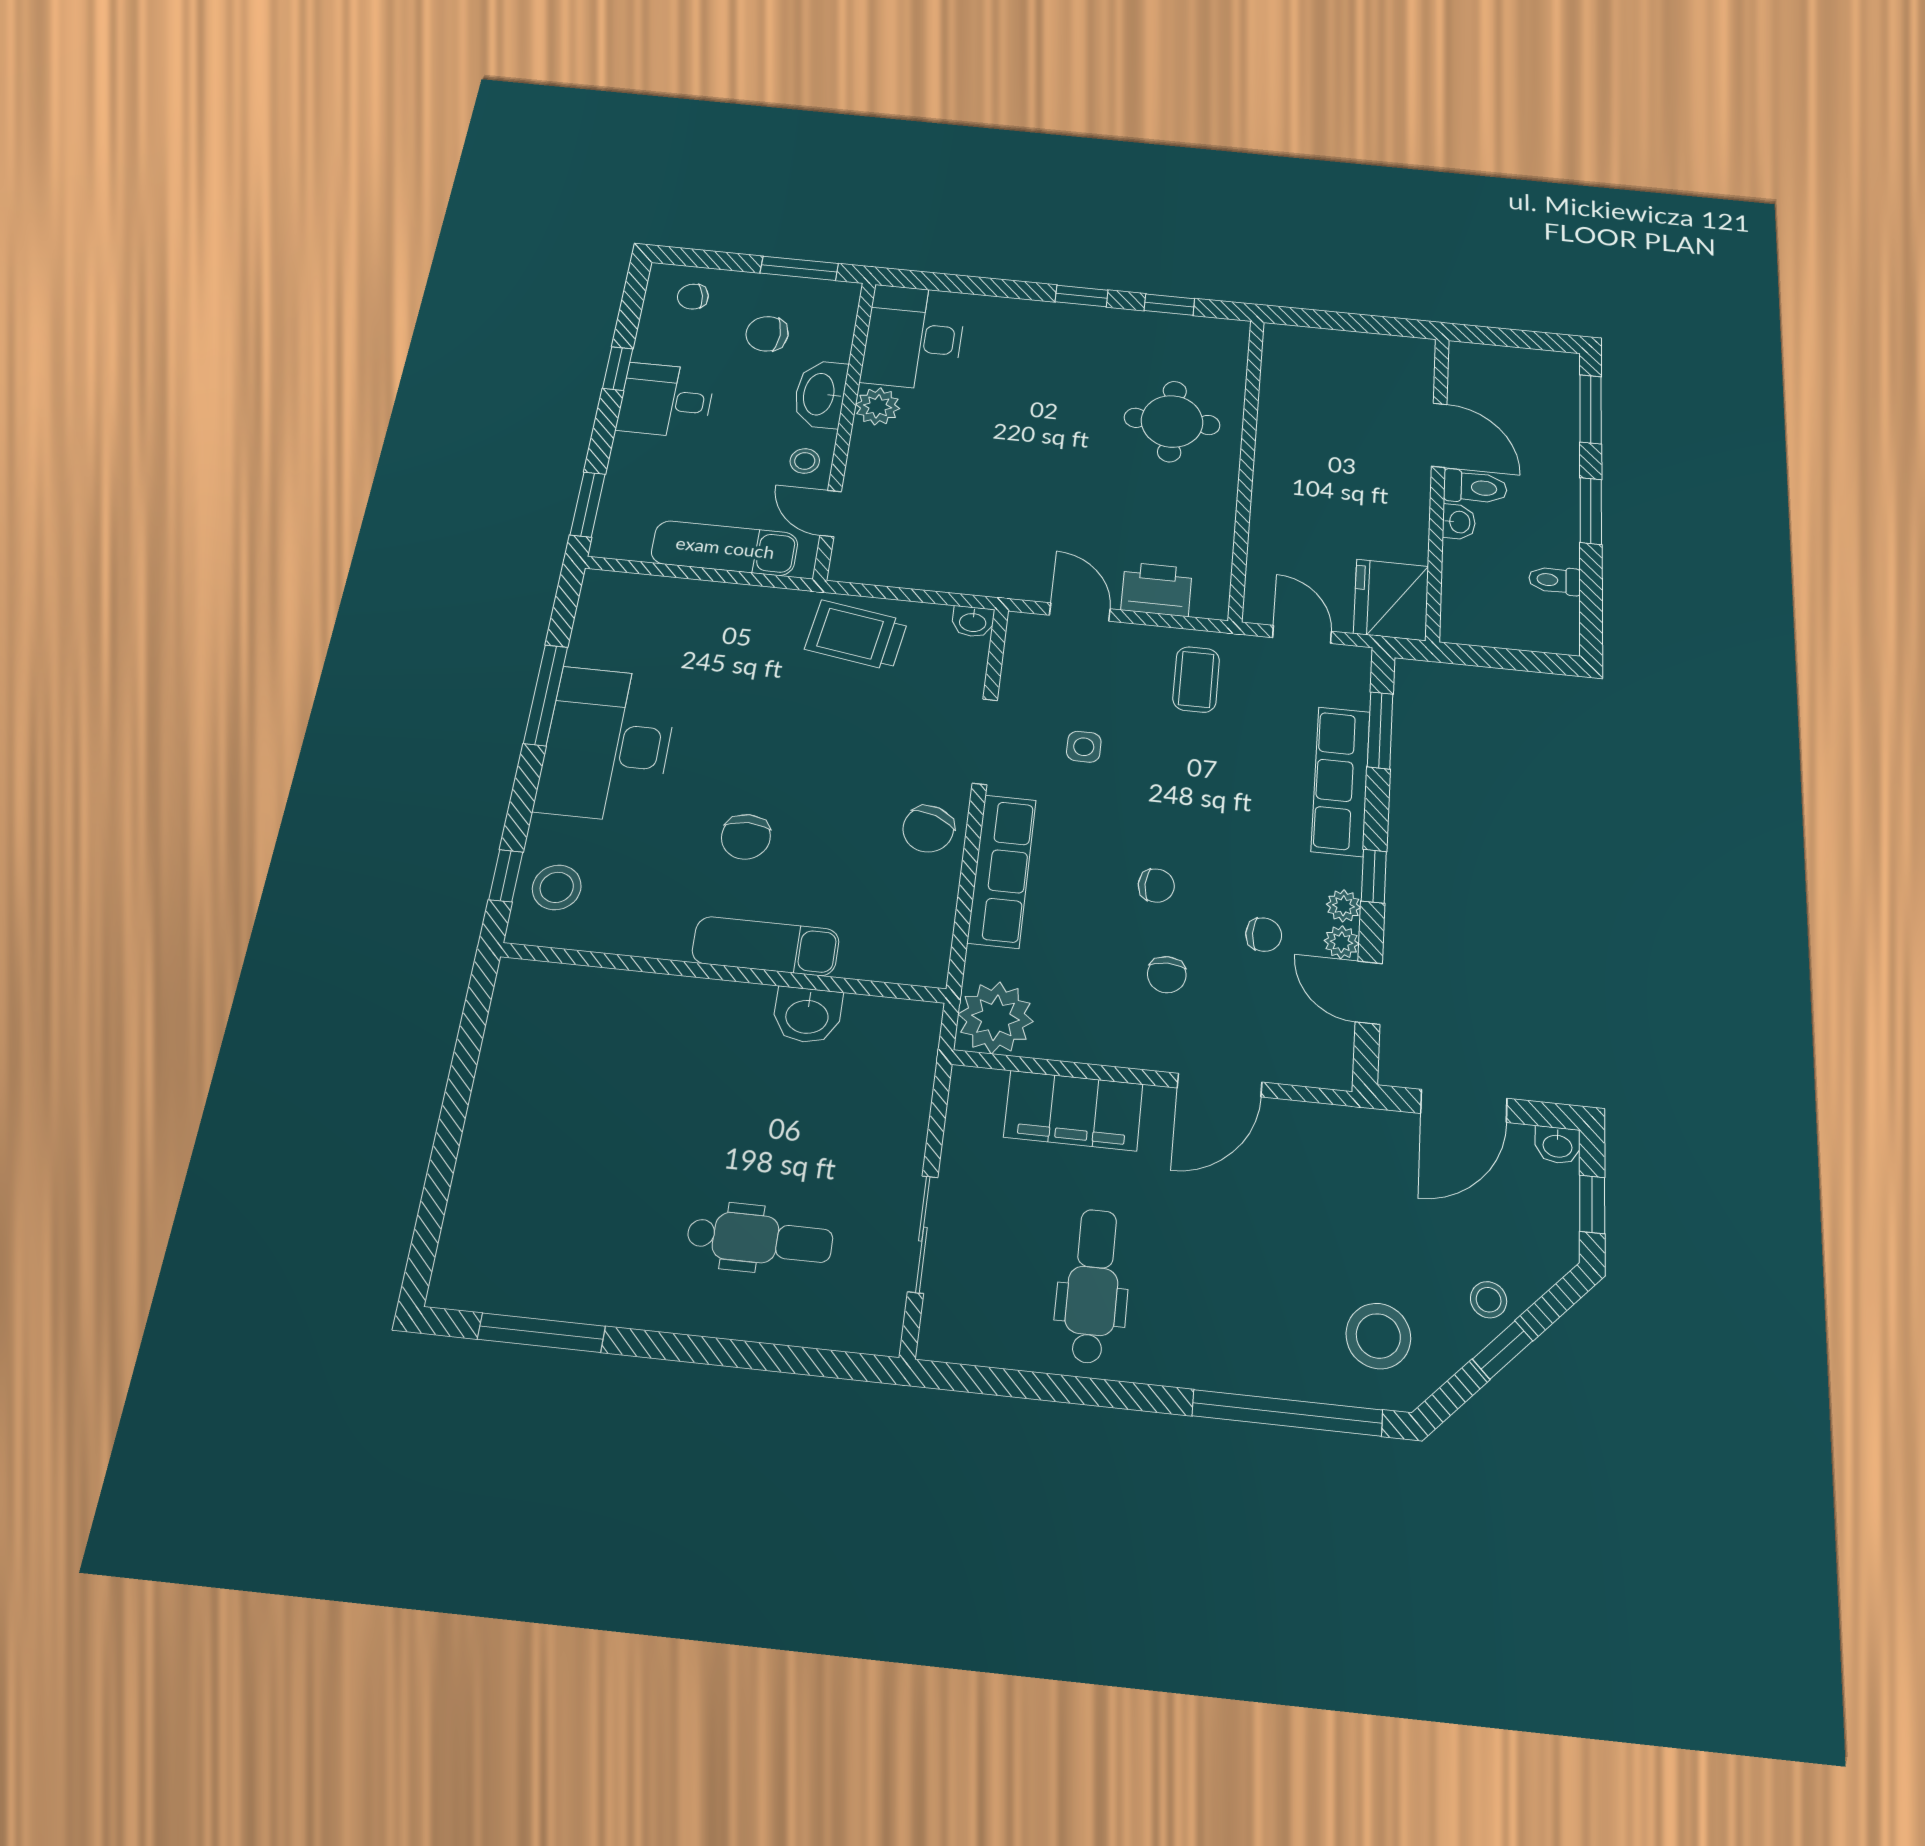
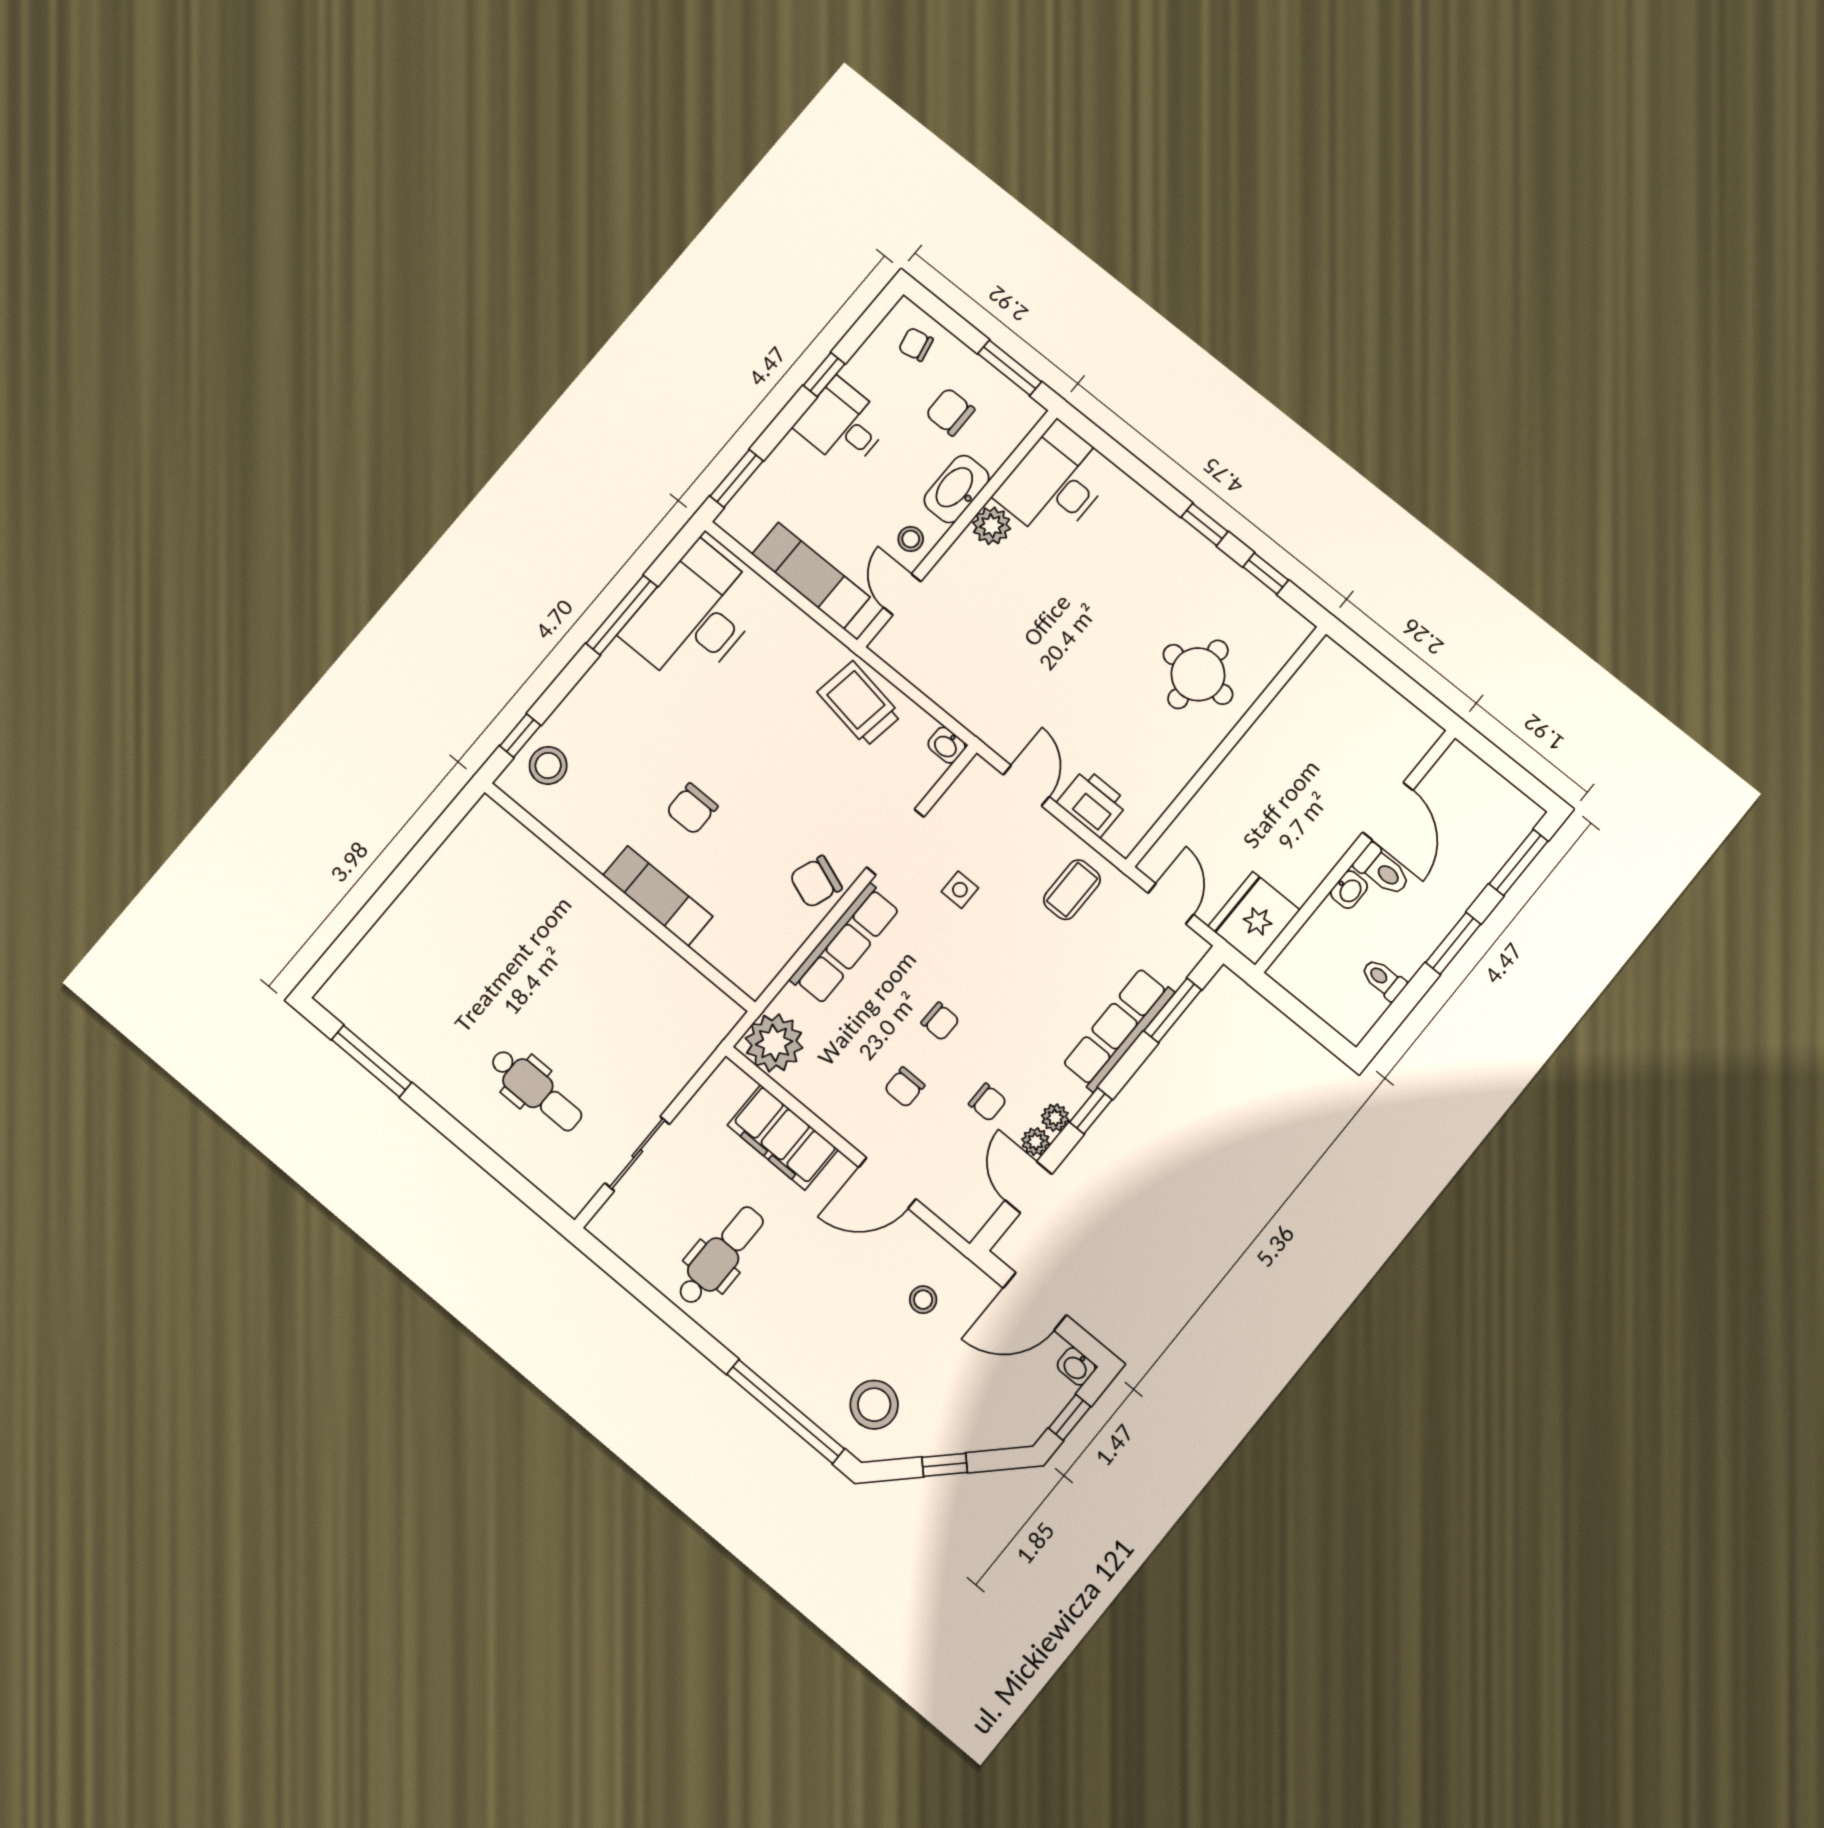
desk: (608, 744) -> (695, 616), moved
washbasin: (807, 1015) -> (655, 962), removed
stool: (1489, 1300) -> (923, 1300), moved

